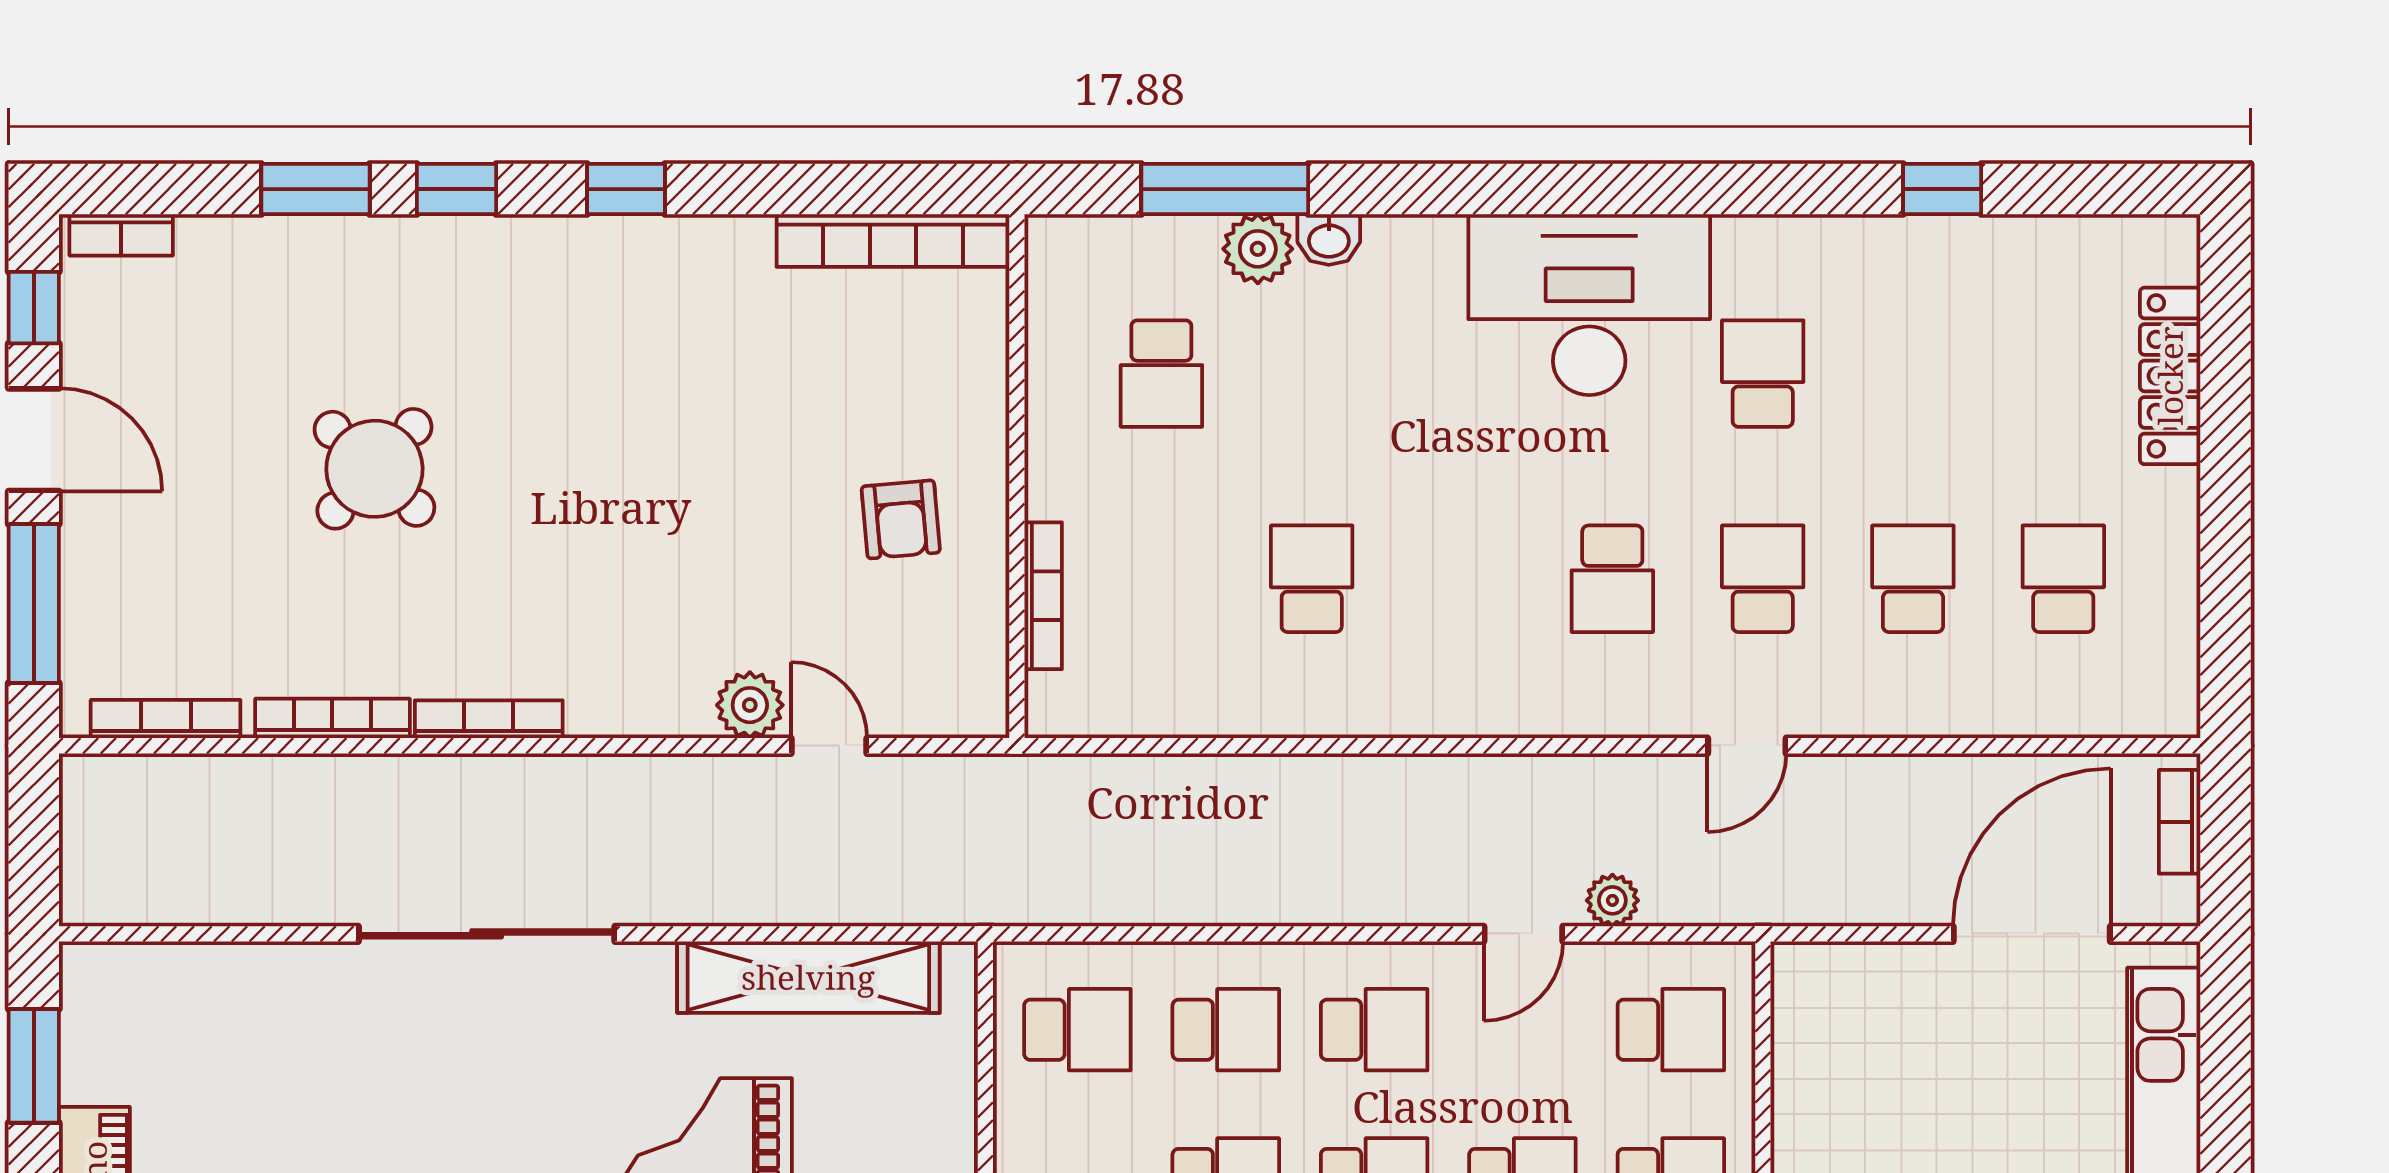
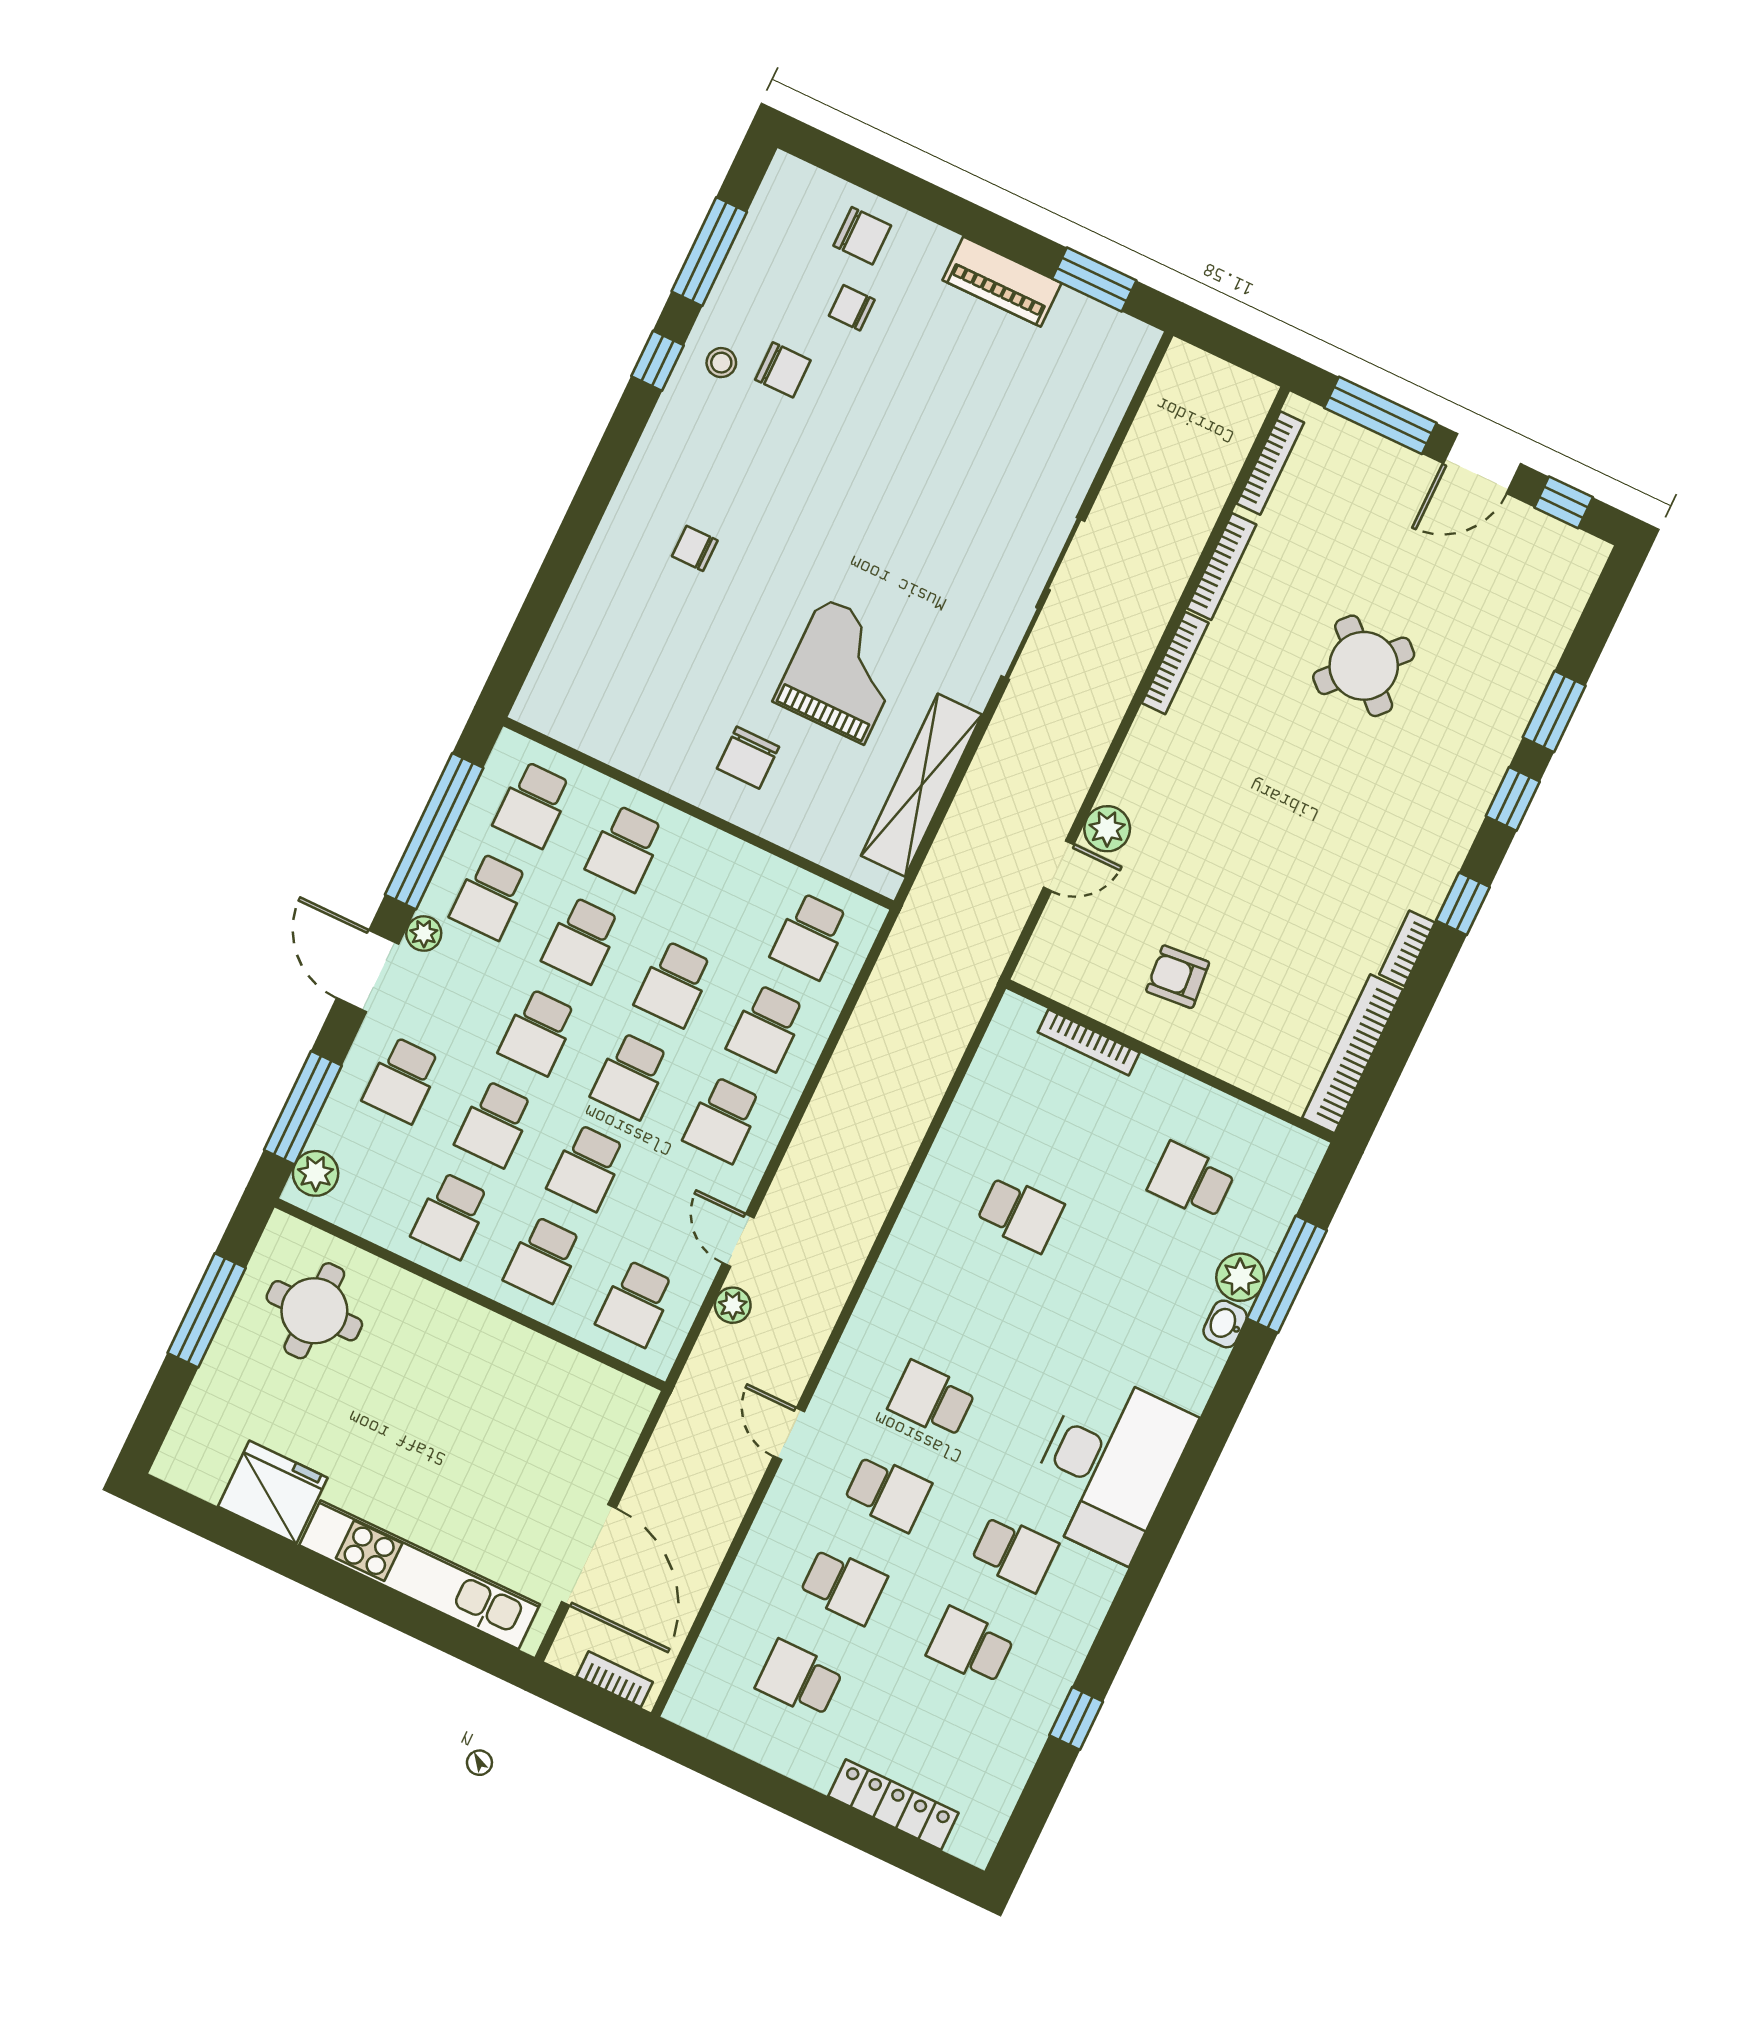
bookcase: (121, 235) -> (1407, 948), moved
school desk: (1913, 374) -> (970, 1646), added
school desk: (2063, 579) -> (799, 1679), turned 180

